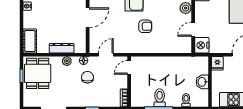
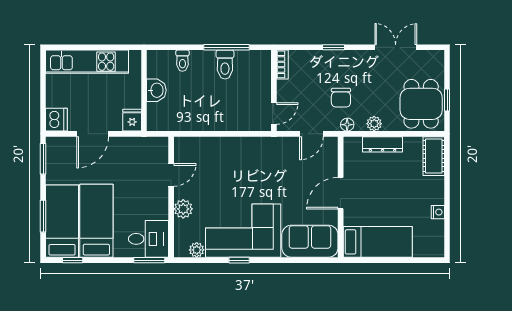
armchair: (145, 26) -> (248, 180), removed
nightstand: (202, 45) -> (157, 149), removed

